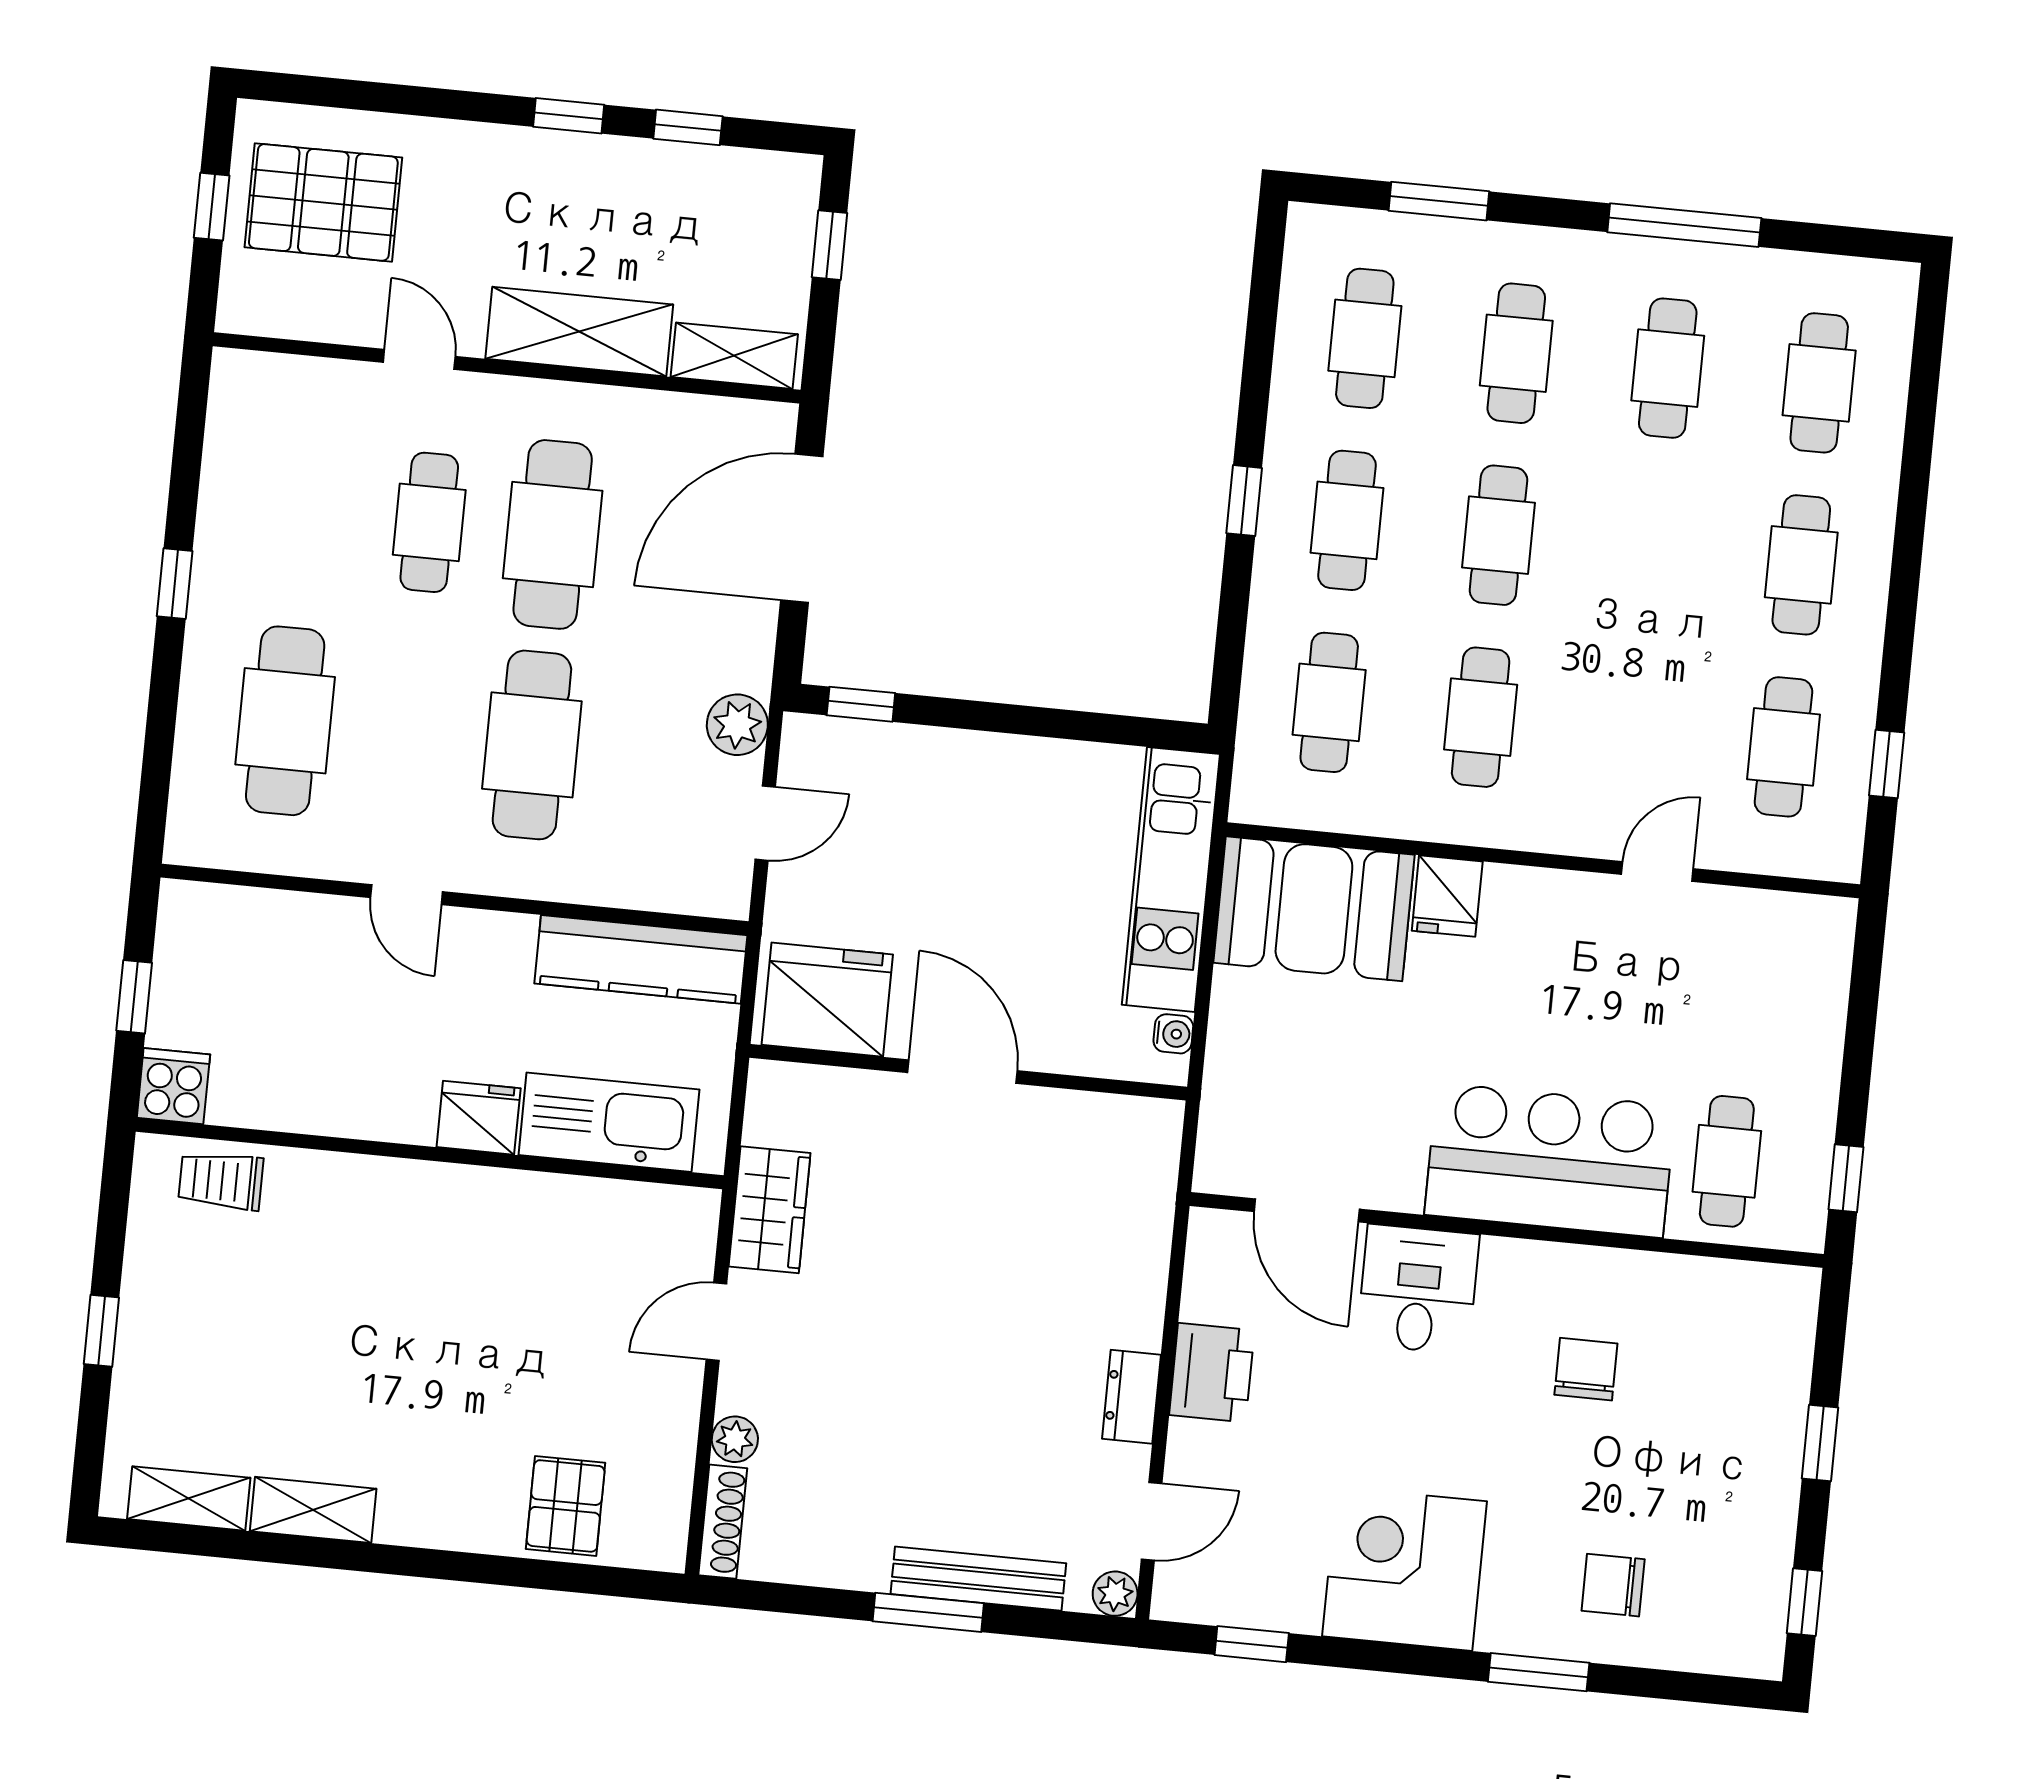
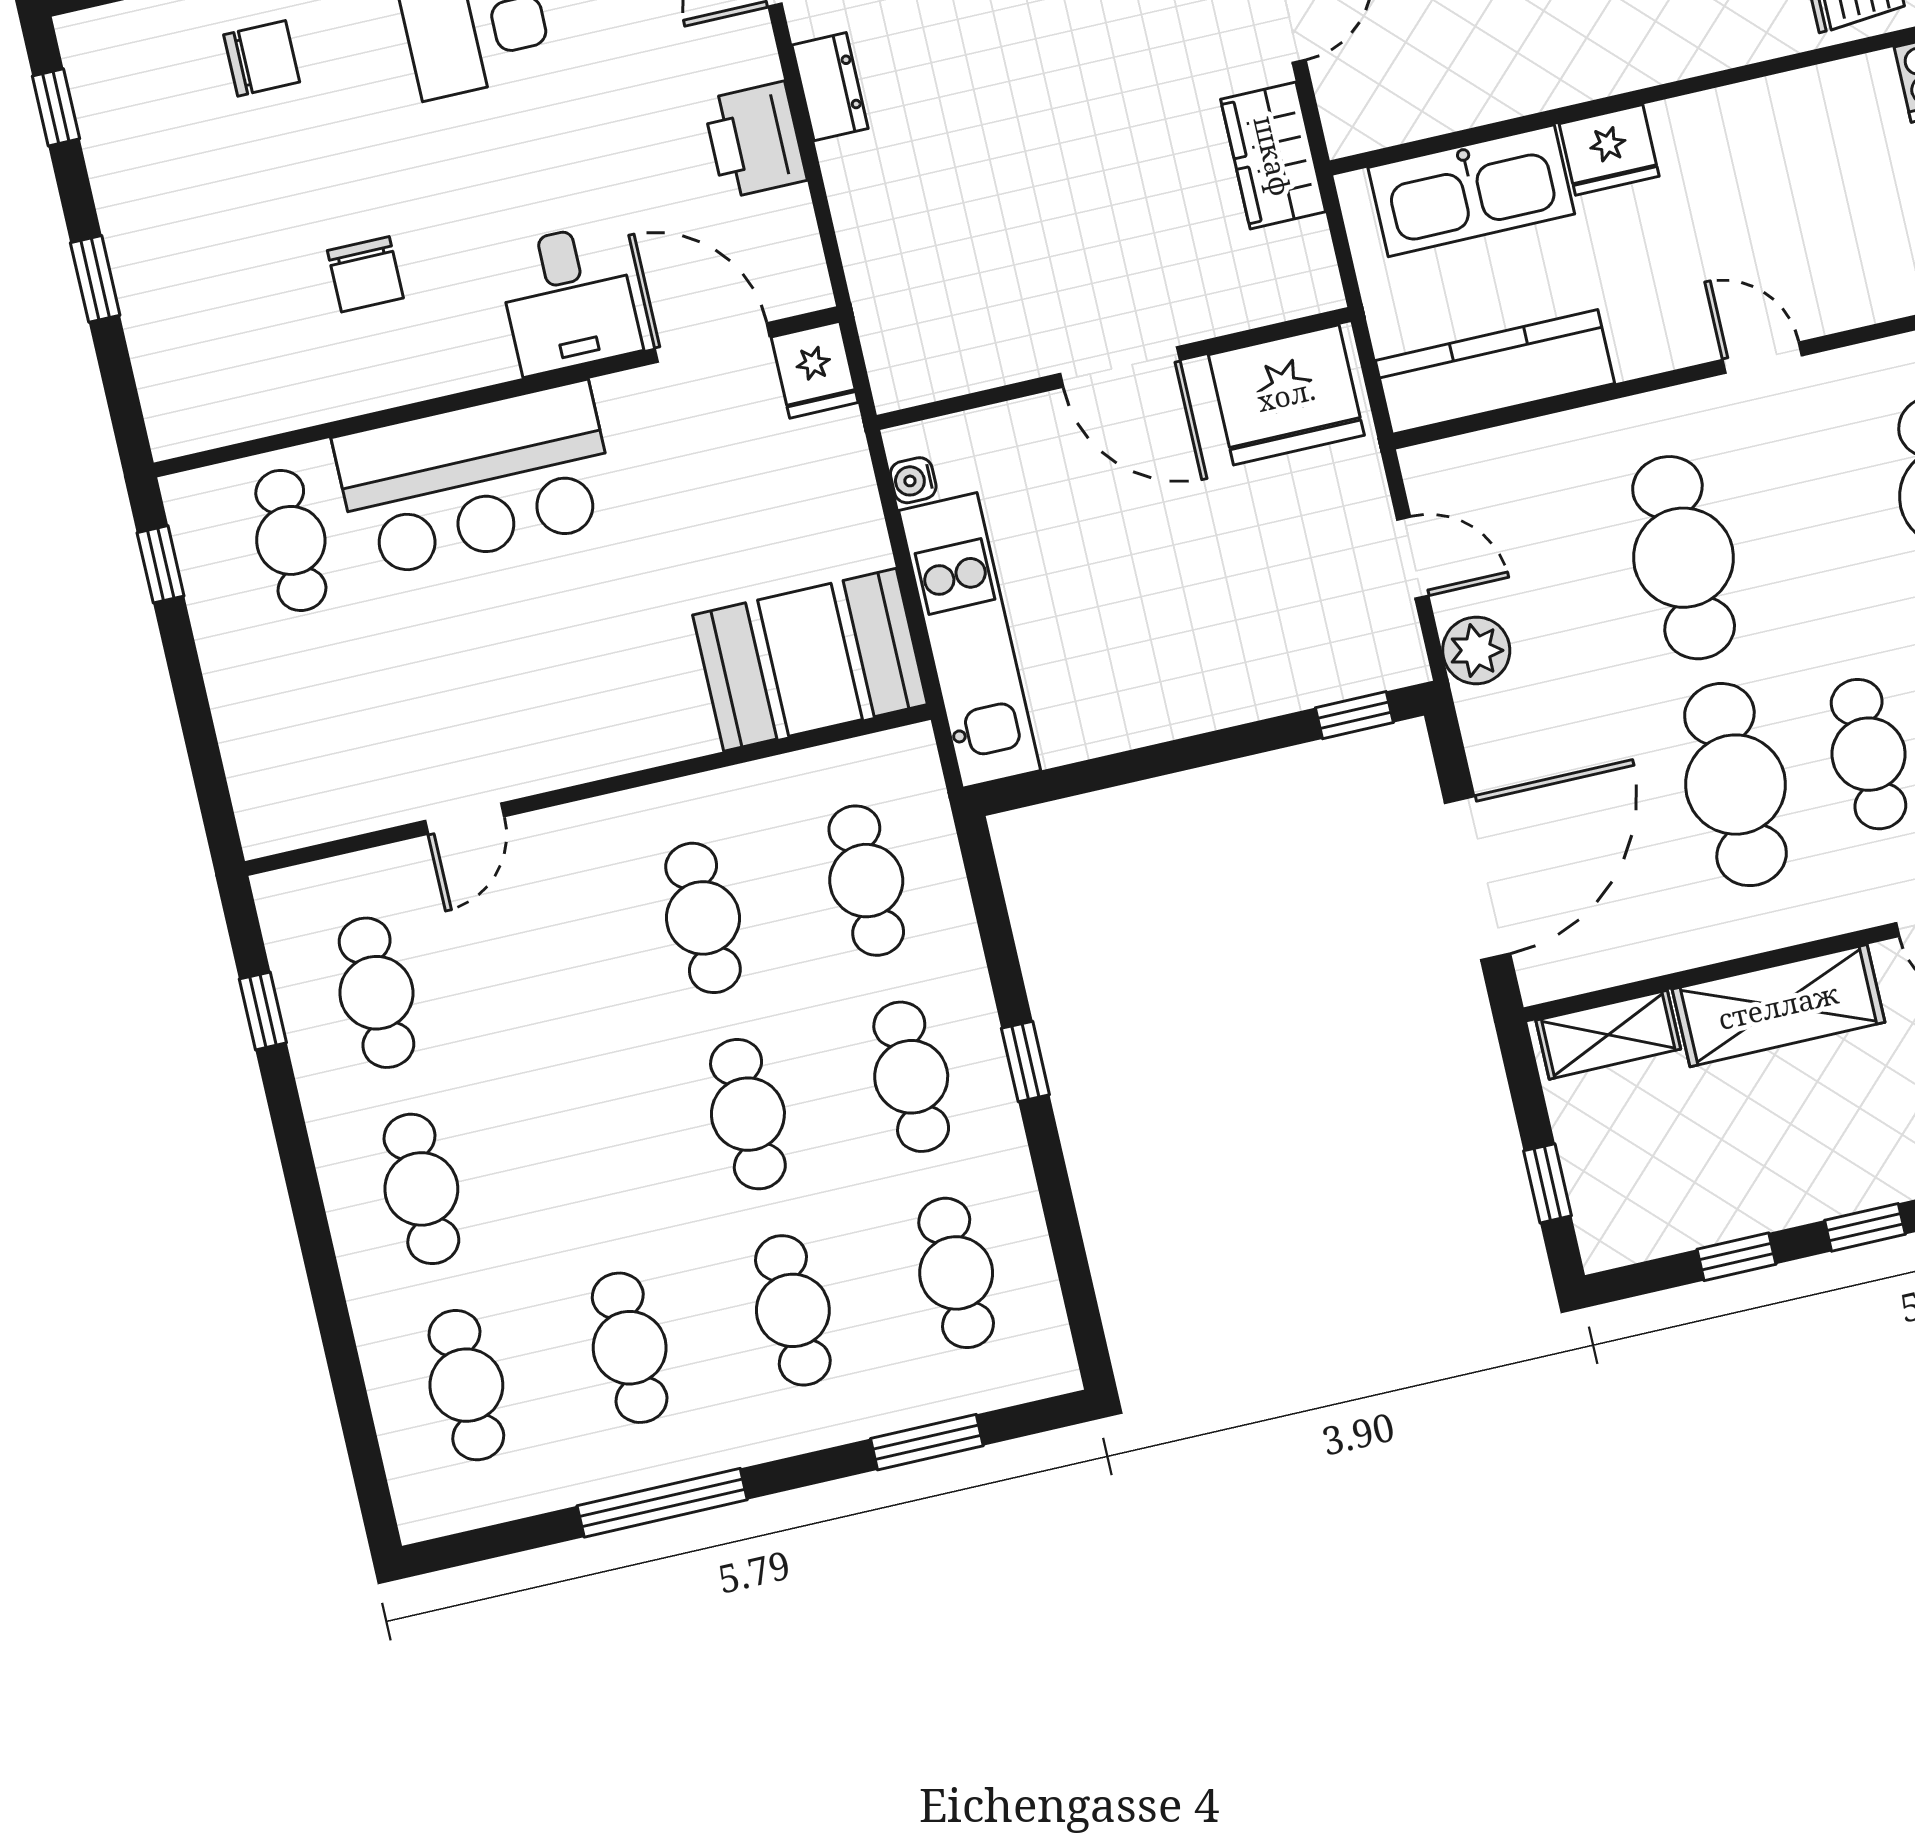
door: (765, 823) -> (1413, 558), swing flipped
fridge: (1447, 896) -> (815, 370), moved, turned 180

